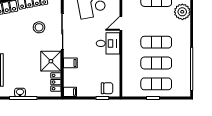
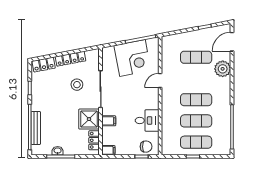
desk: (108, 43) -> (147, 121), moved

